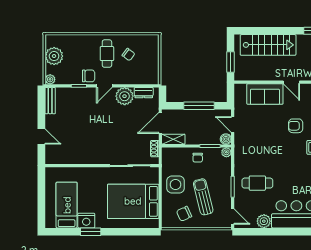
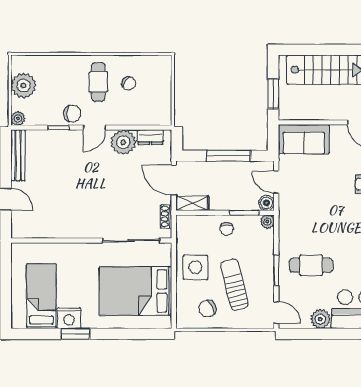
sofa: (265, 94) -> (304, 139), moved
bench: (50, 101) -> (18, 155), width x1.36
door: (160, 123) -> (174, 180), hinge flipped

